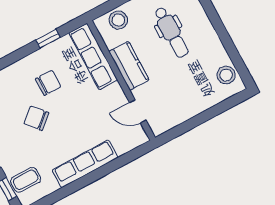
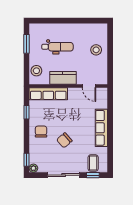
stool: (226, 75) -> (96, 50), moved
chair: (48, 83) -> (41, 132), moved
door: (138, 111) -> (89, 86), hinge flipped

